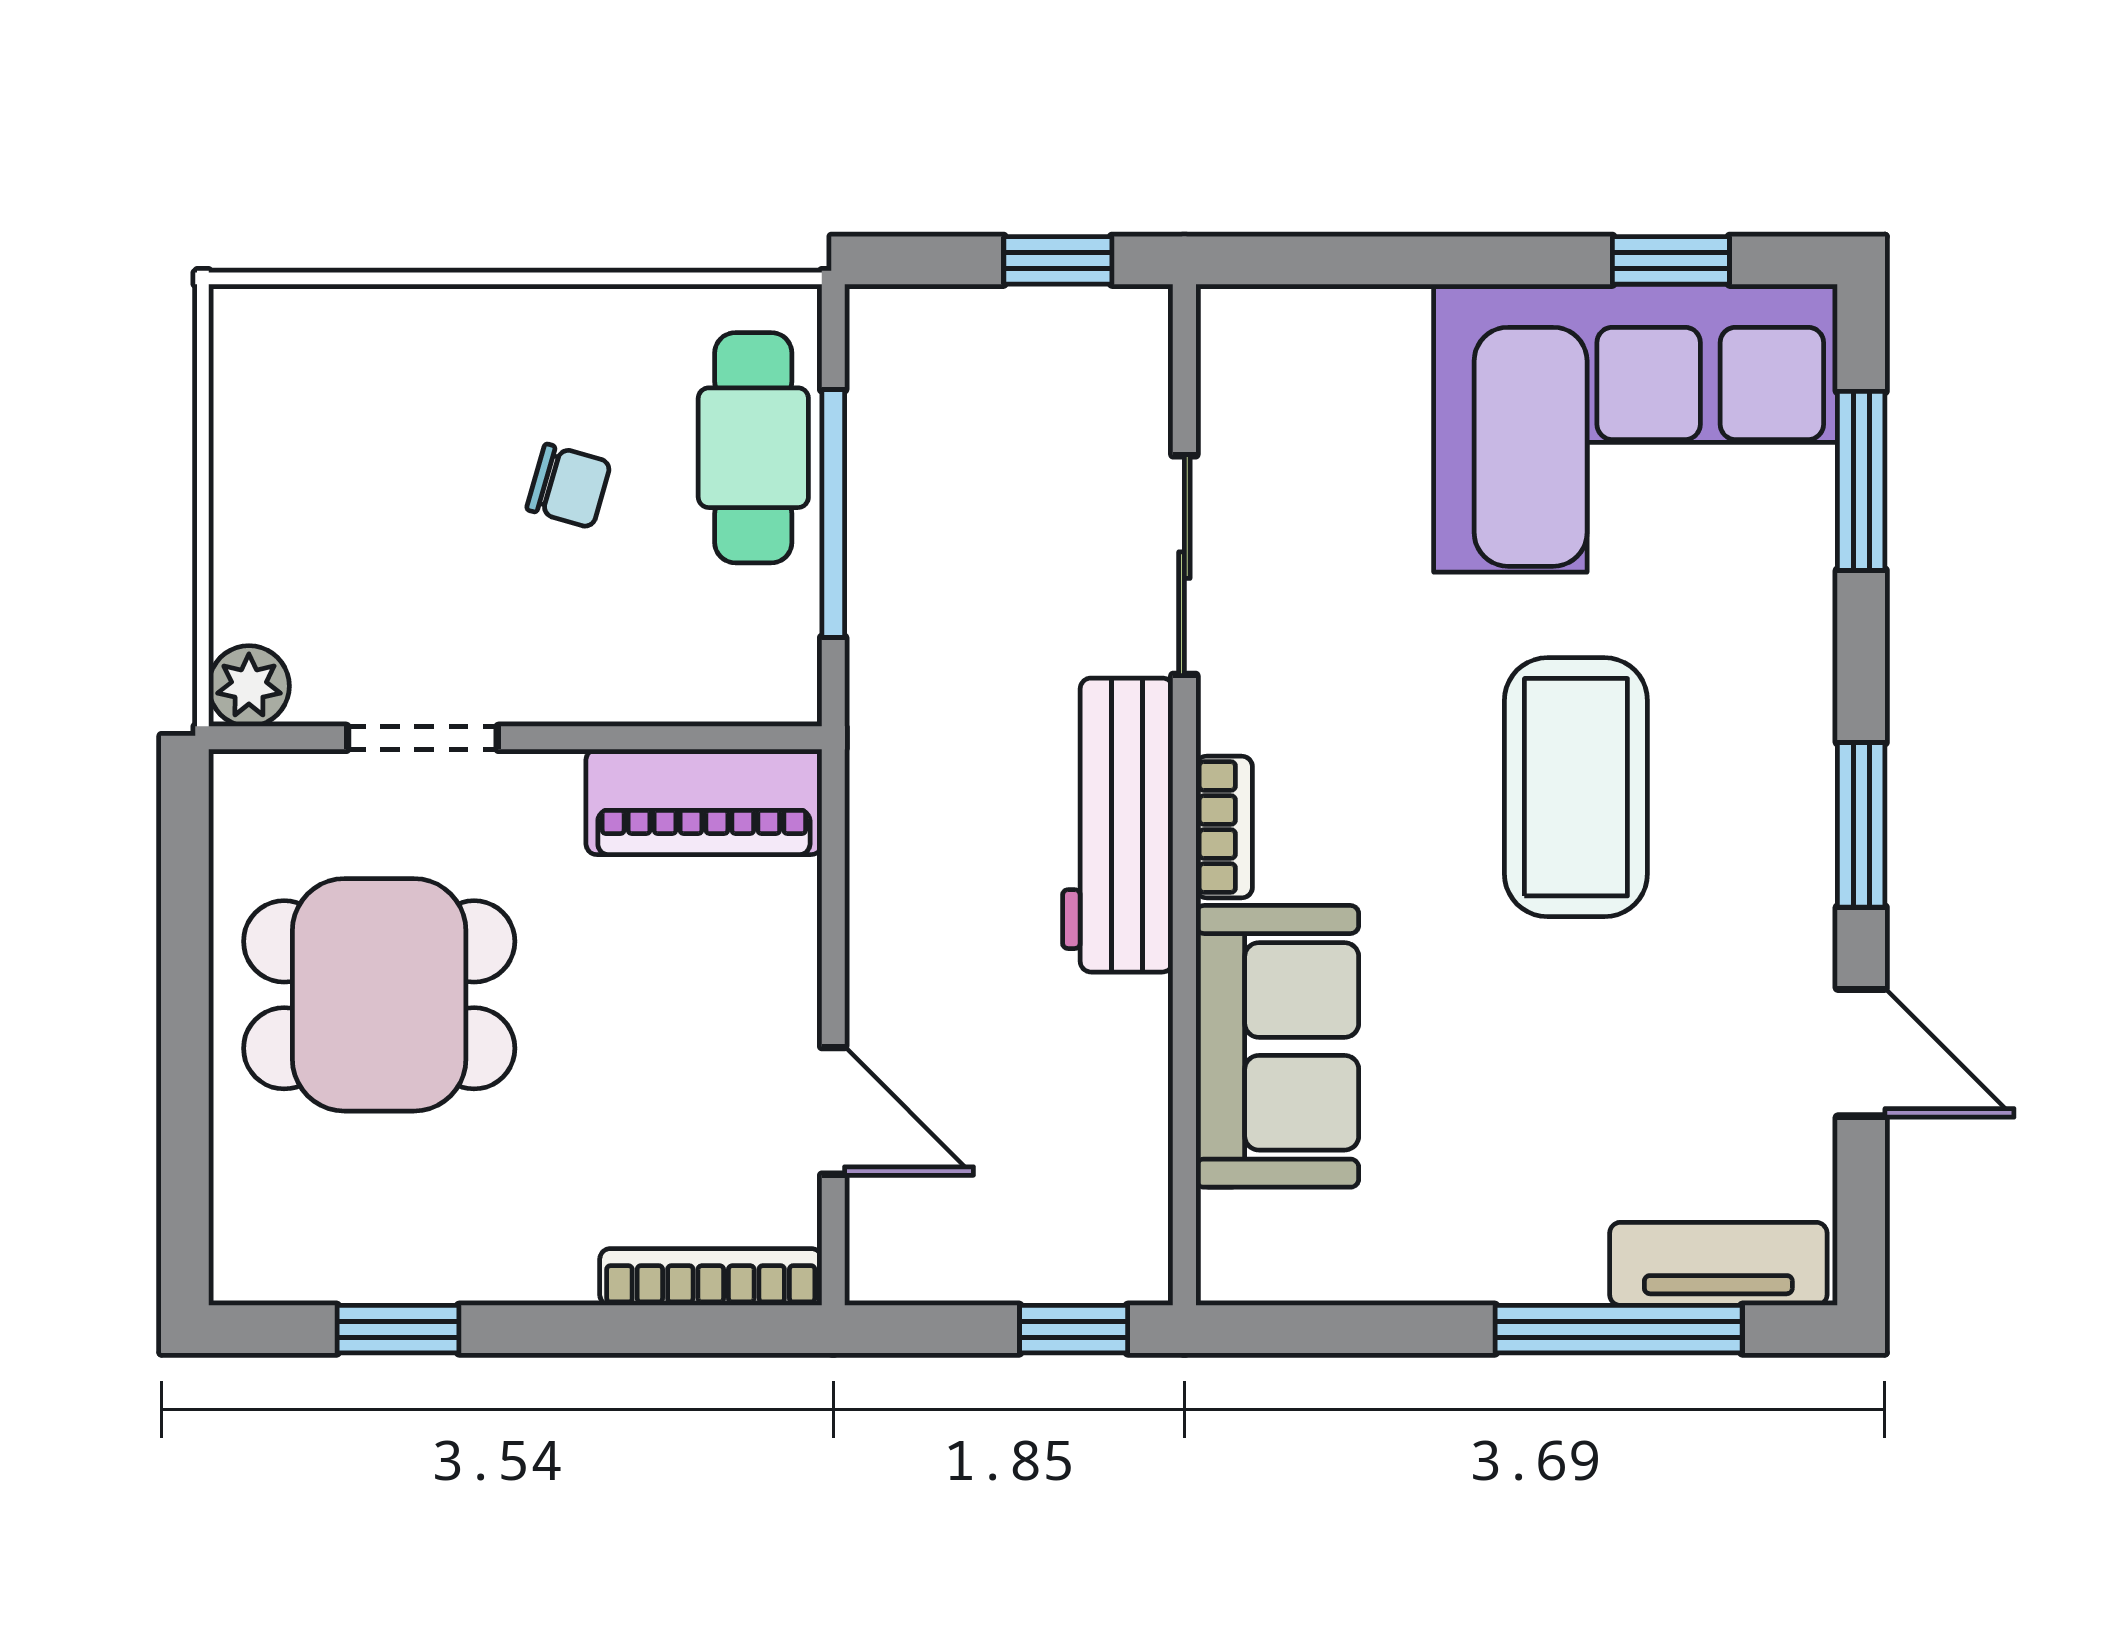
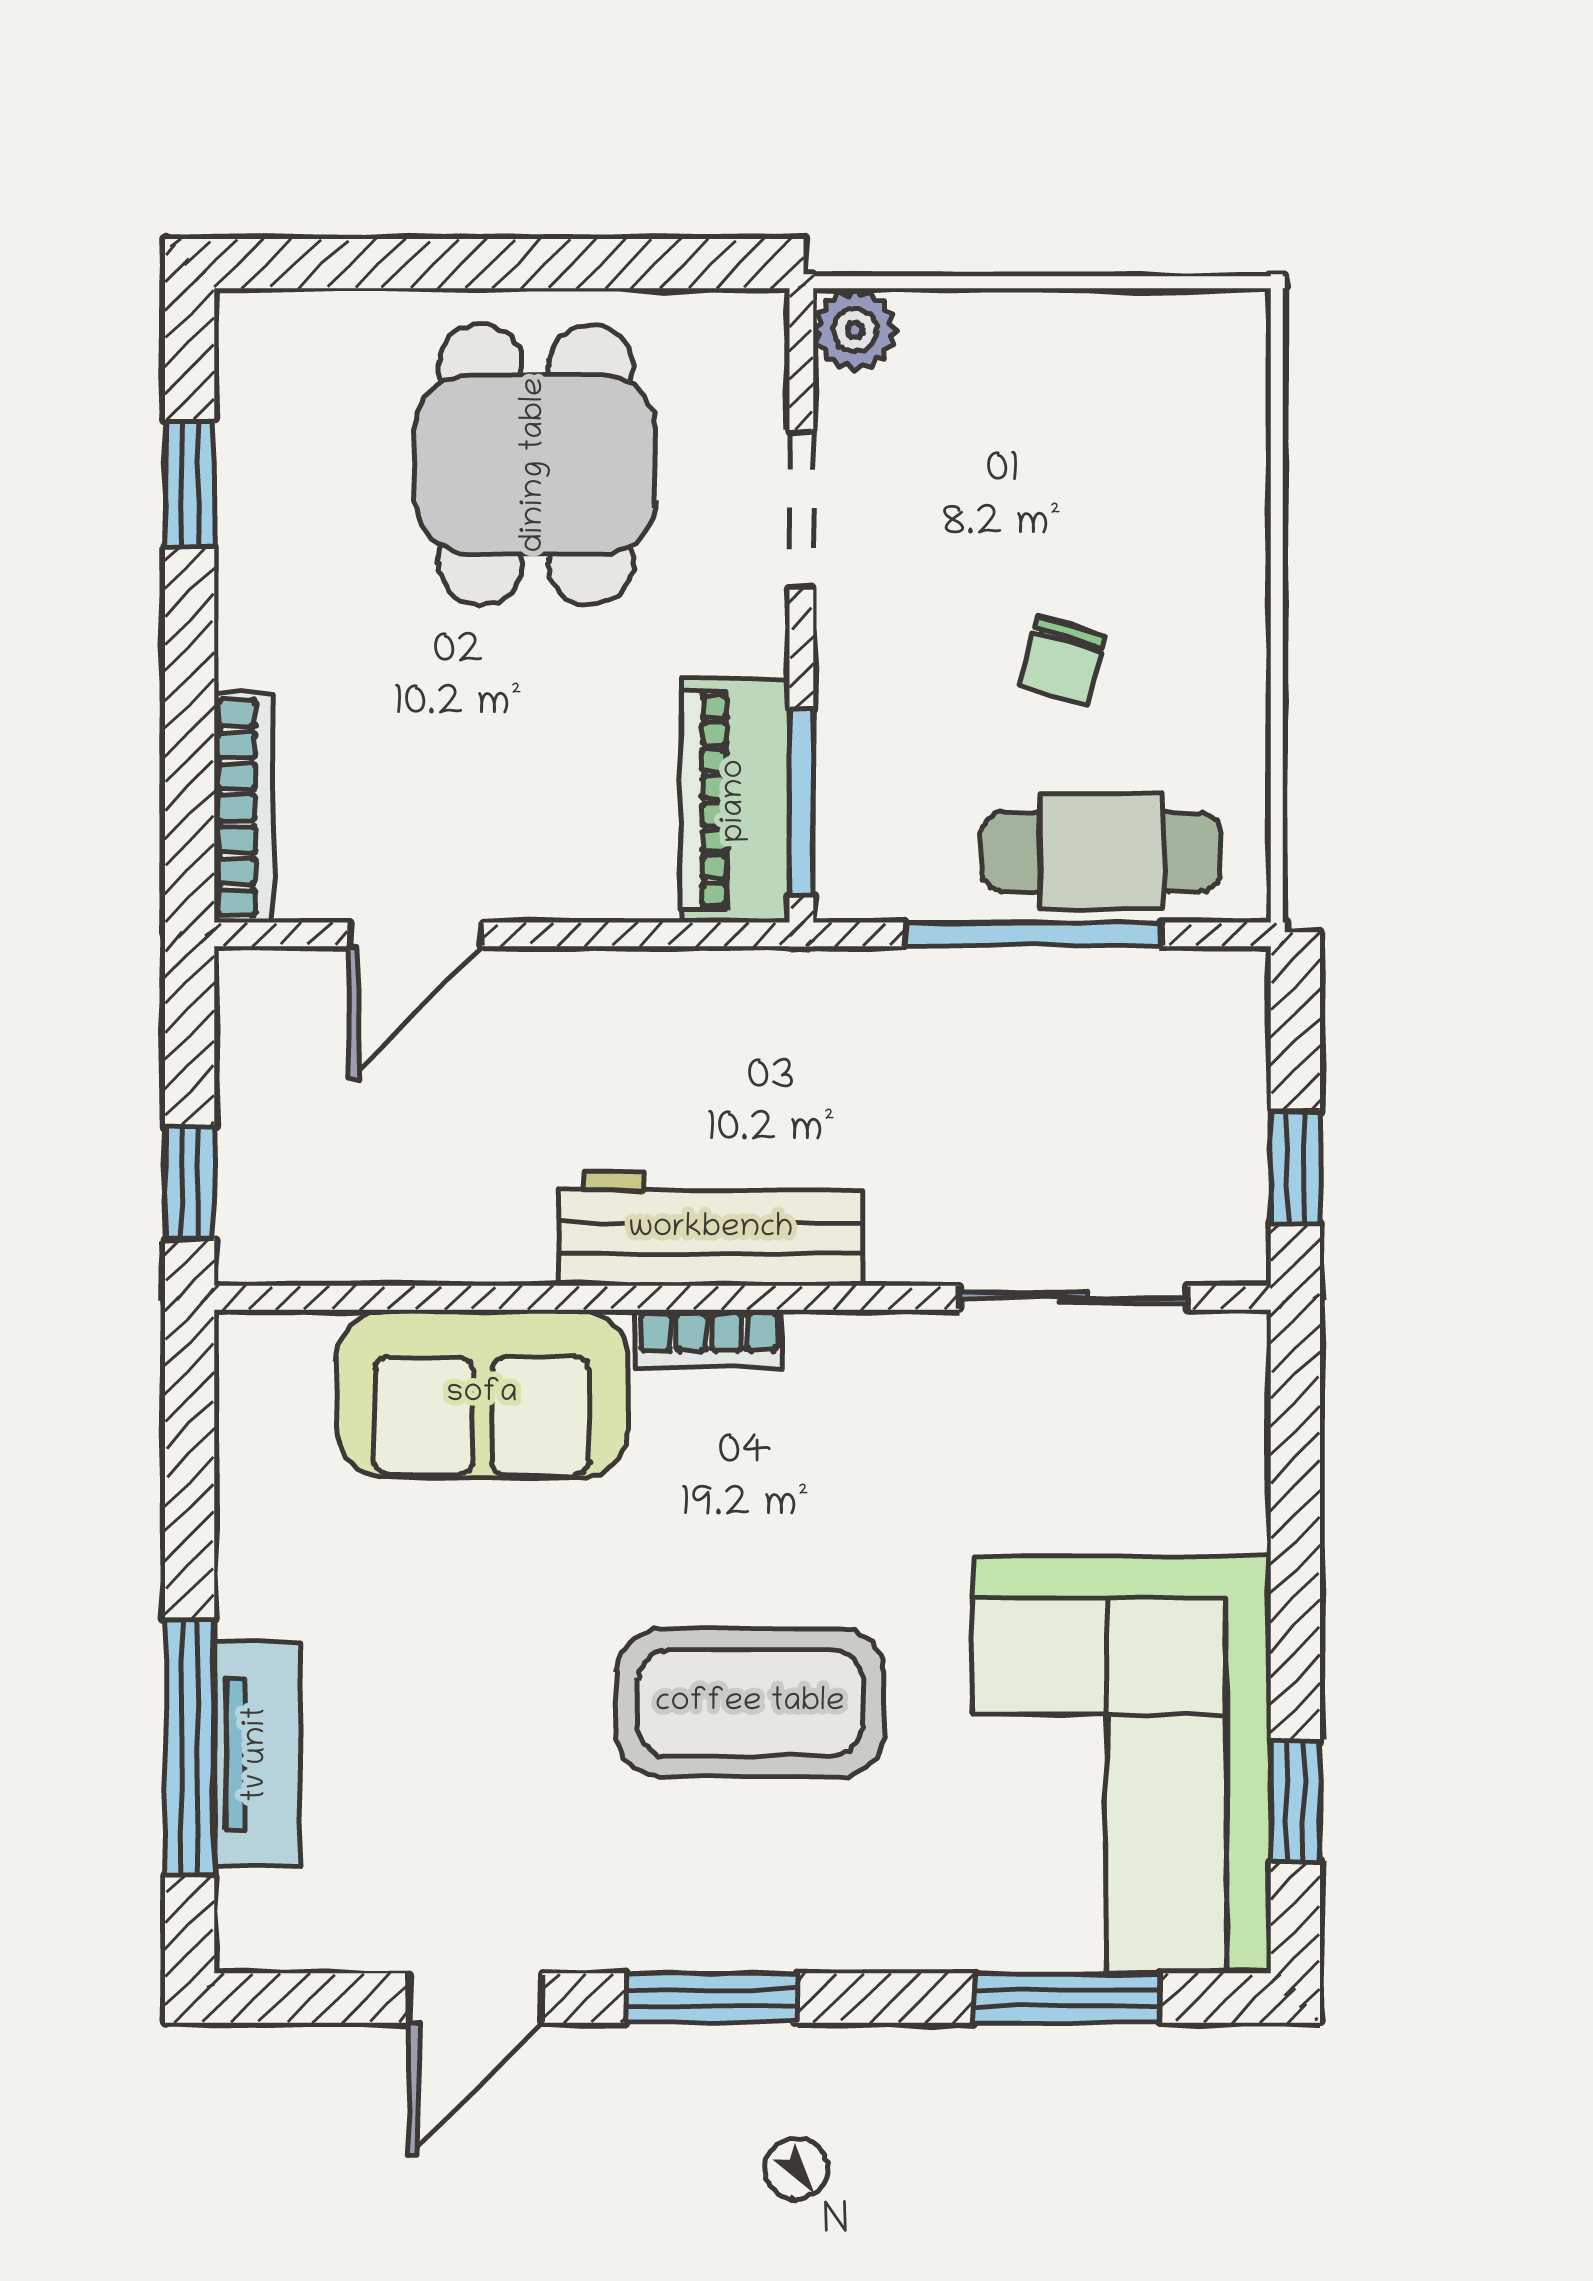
sliding door: (1184, 565) -> (1074, 1298), moved
window: (705, 738) -> (801, 802), added
tv unit: (1718, 1264) -> (257, 1754), moved

